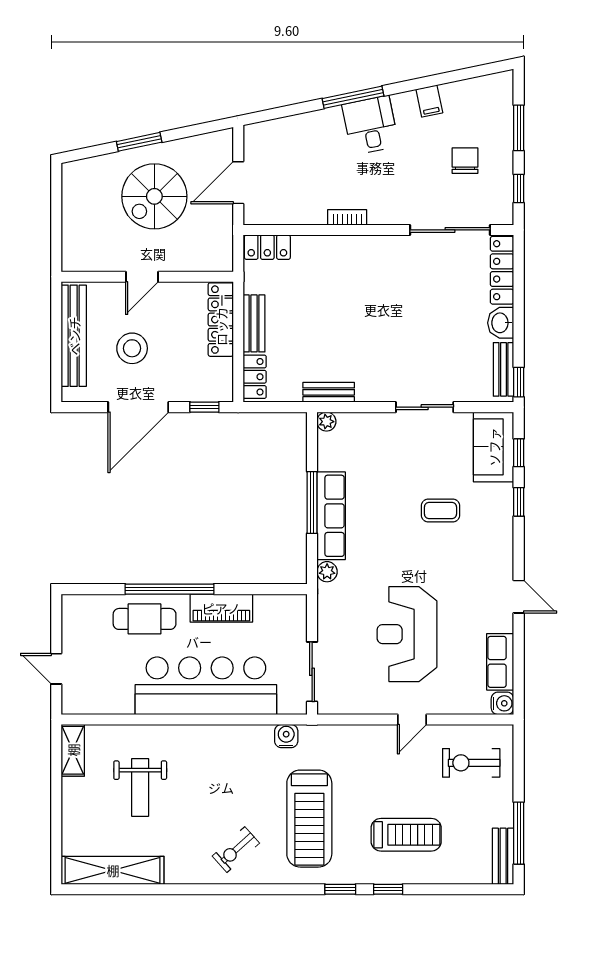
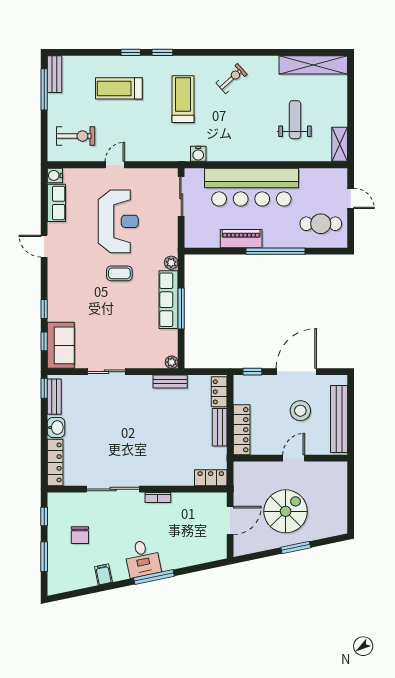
sliding door: (450, 230) -> (113, 489), moved
coffee table: (440, 511) -> (119, 273), moved
cafe table: (145, 619) -> (321, 224), moved
treadmill: (309, 819) -> (183, 99), width x0.73, depth x0.73

